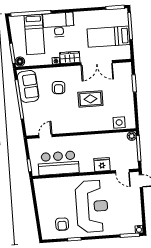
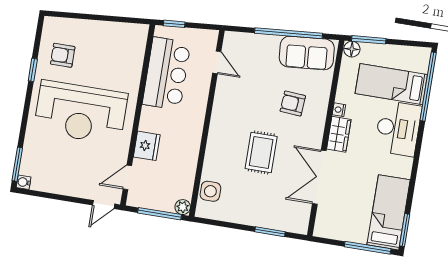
bed: (109, 37) -> (389, 212), moved

